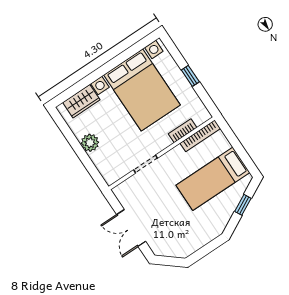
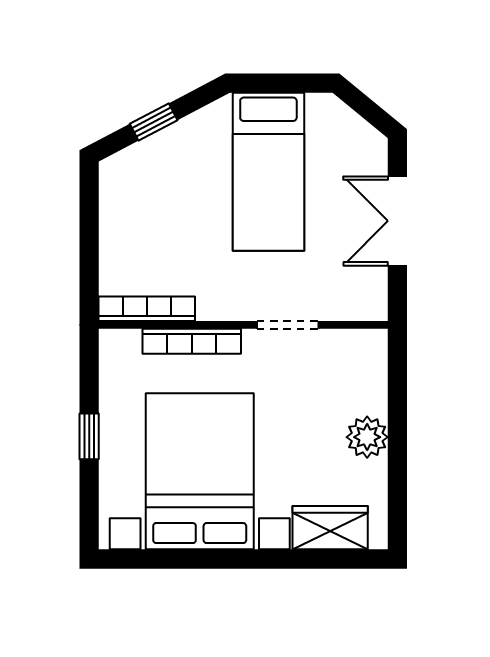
bookcase: (183, 131) -> (192, 341), width x1.56
bed: (213, 179) -> (268, 172), moved, turned 90
double door: (131, 228) -> (397, 221), swing flipped

